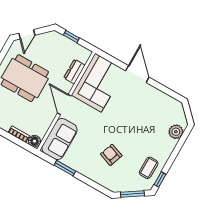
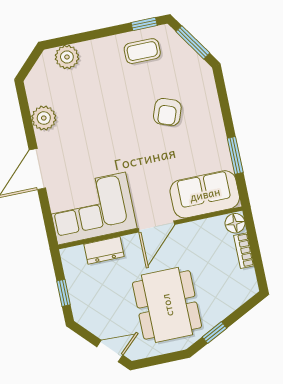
plant: (158, 97) -> (44, 118), added

